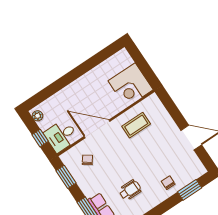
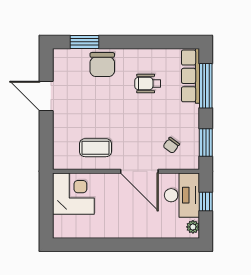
desk: (61, 136) -> (182, 195), width x1.37
chair: (168, 183) -> (102, 65), width x1.87, depth x1.87

